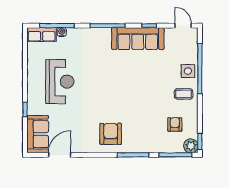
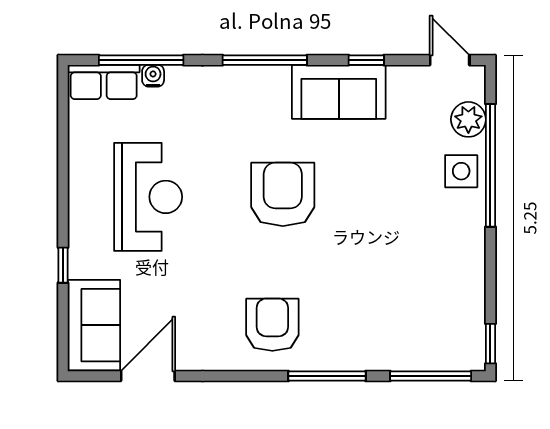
sofa: (138, 39) -> (339, 92), width x0.73
coffee table: (184, 94) -> (451, 227), removed
armchair: (175, 125) -> (283, 194), moved, width x1.88, depth x1.88
plant: (191, 146) -> (468, 119), moved

